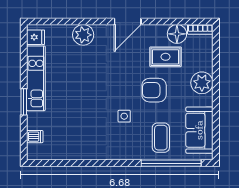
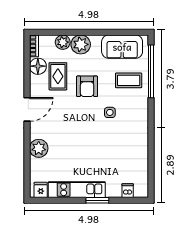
door: (128, 21) -> (27, 109), hinge flipped
plant: (204, 62) -> (63, 42), added

